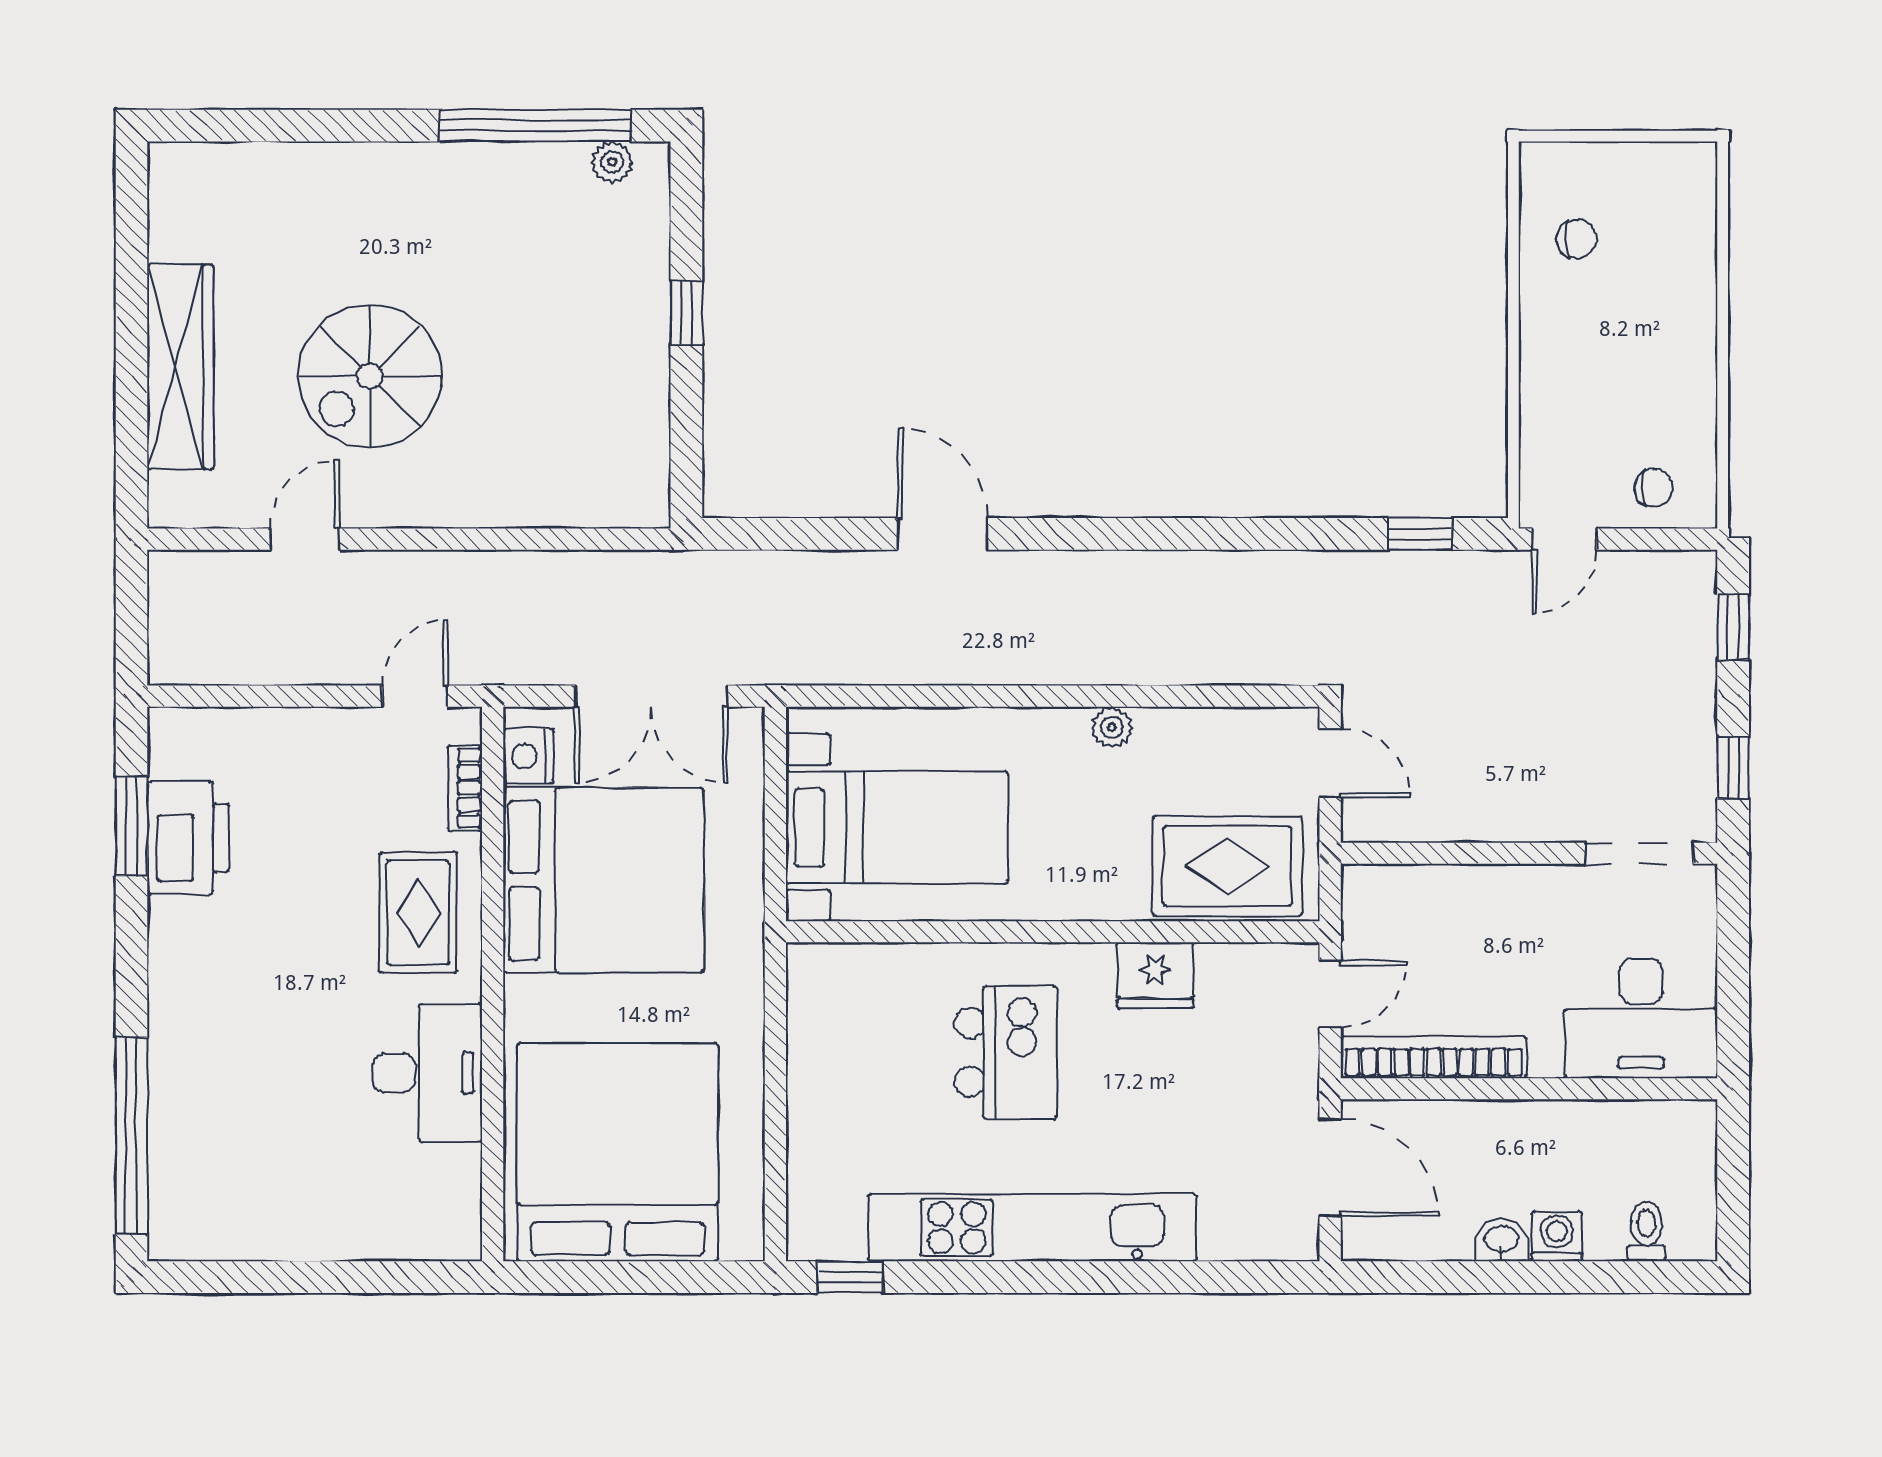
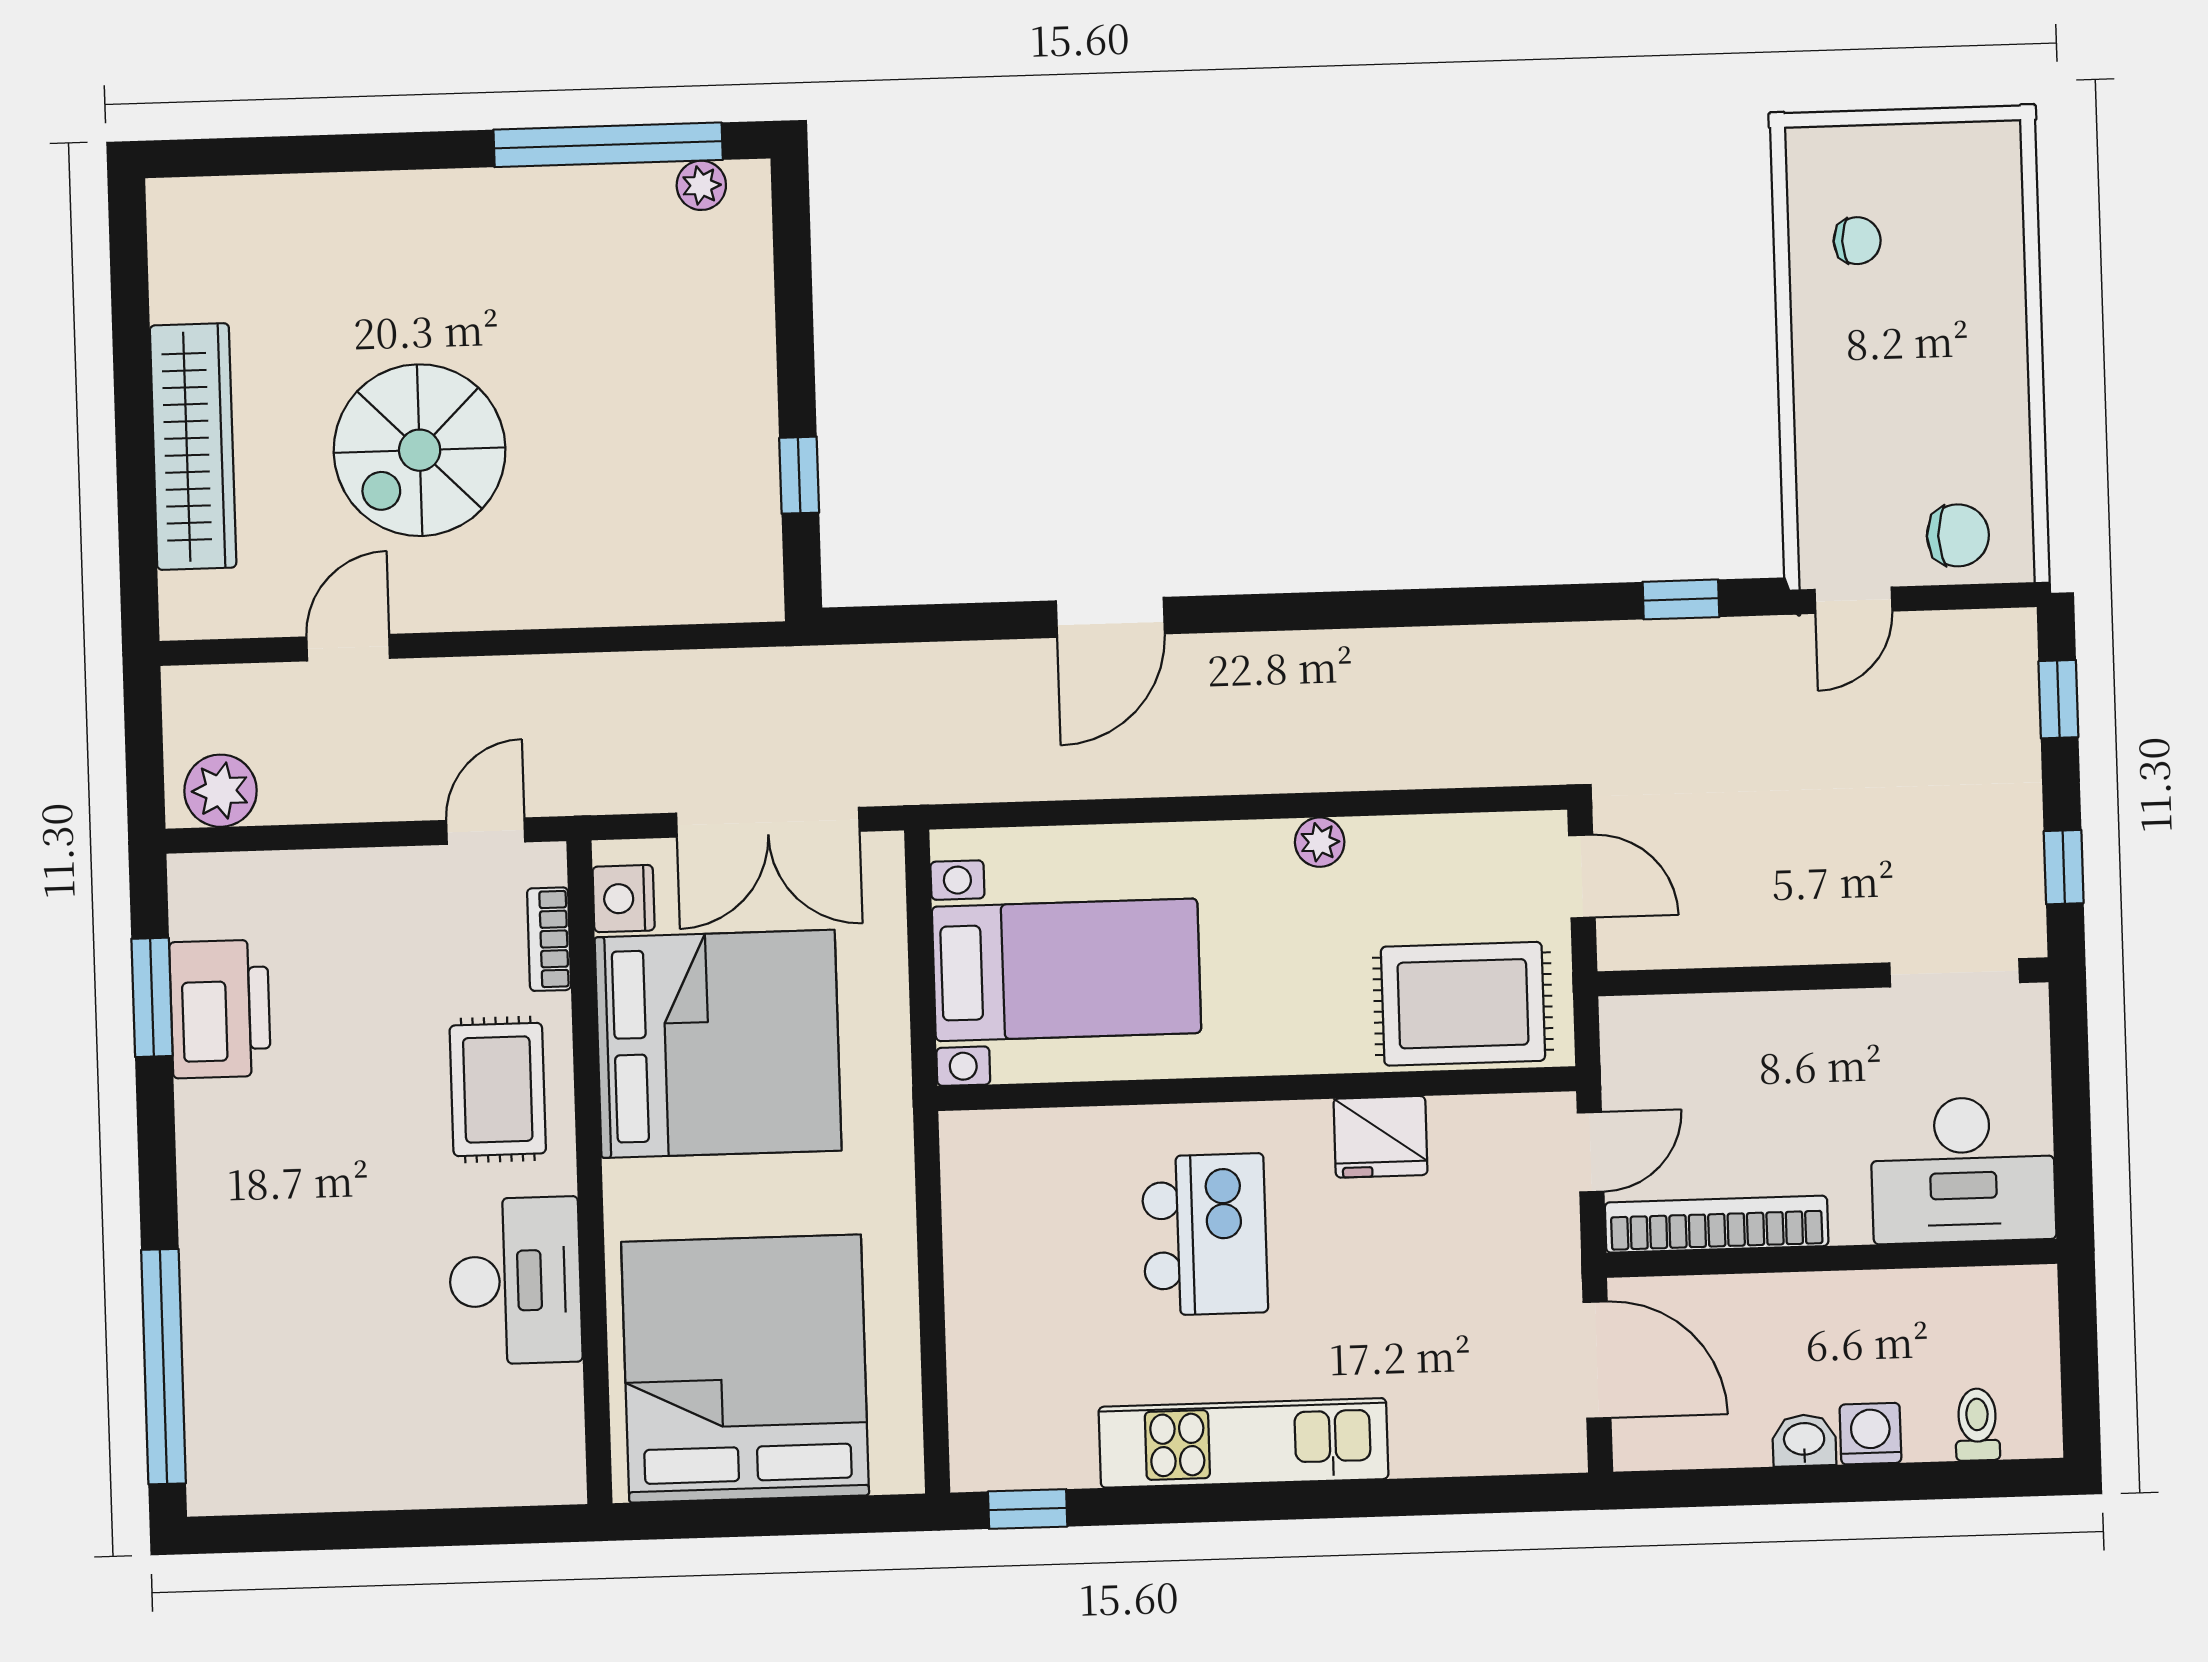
window: (686, 313) -> (799, 475), moved
chair: (1653, 488) -> (1958, 535), width x1.37, depth x1.37
door: (943, 534) -> (1110, 617), swing flipped
plant: (194, 655) -> (221, 791), added
kitchen unit: (1032, 1228) -> (1243, 1443), width x0.73

